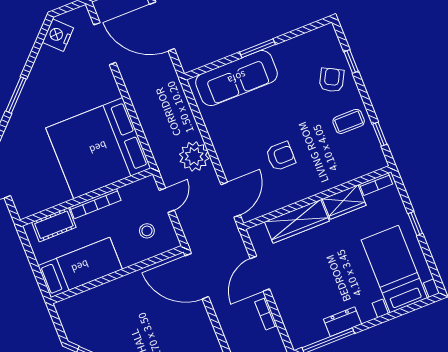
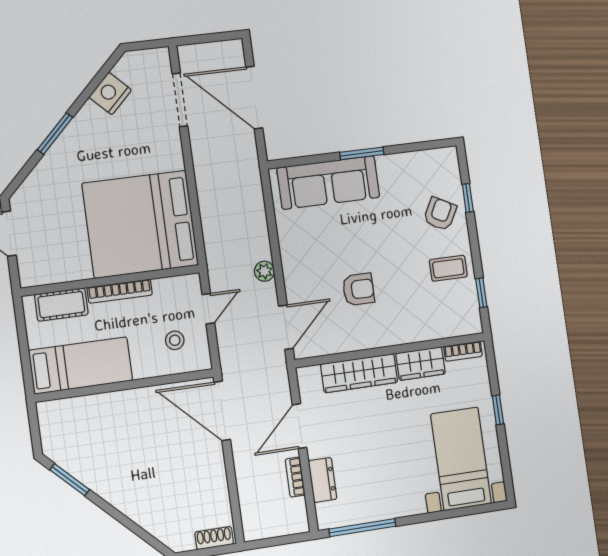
nightstand: (58, 35) -> (110, 94), moved
plant: (194, 156) -> (264, 271), width x0.53, depth x0.53
dresser: (342, 322) -> (323, 480), moved, turned 90

